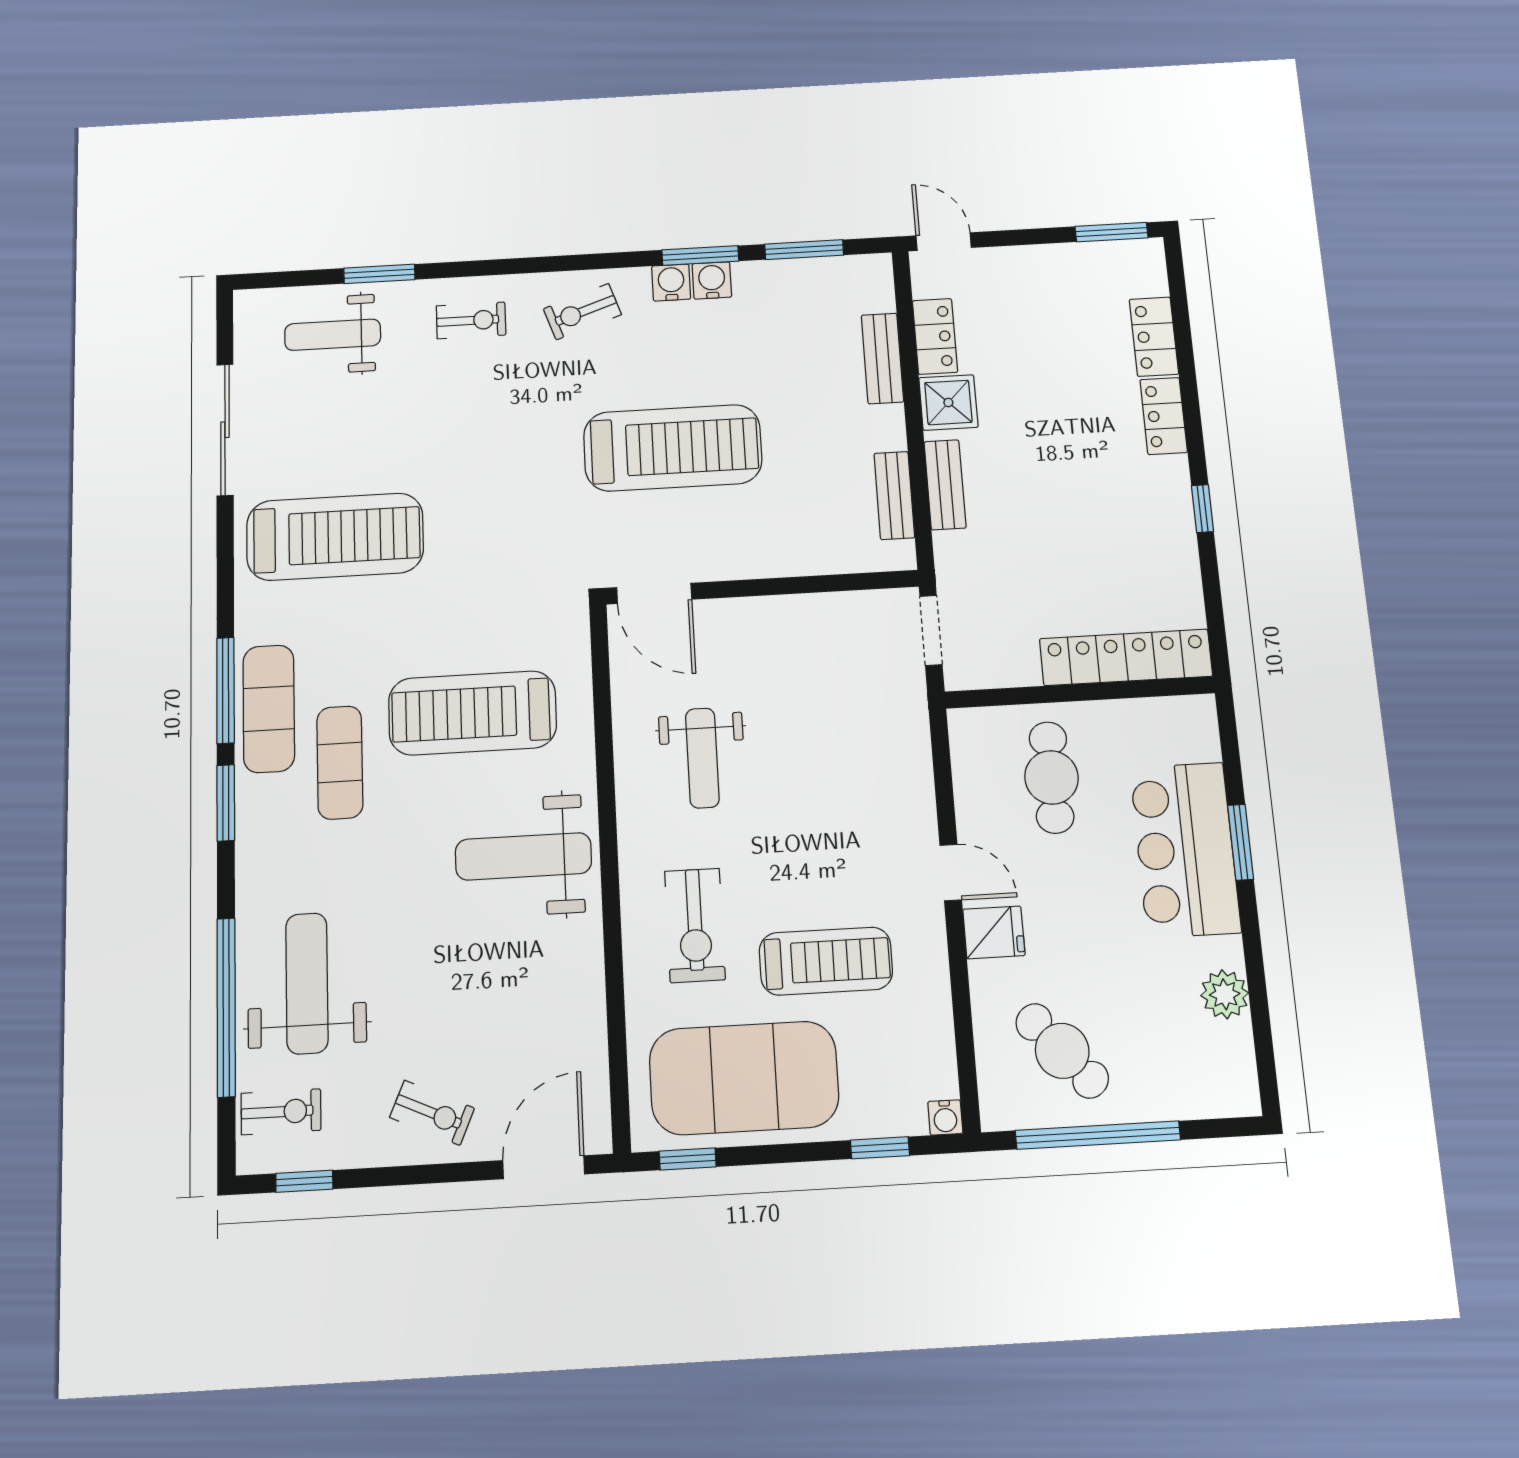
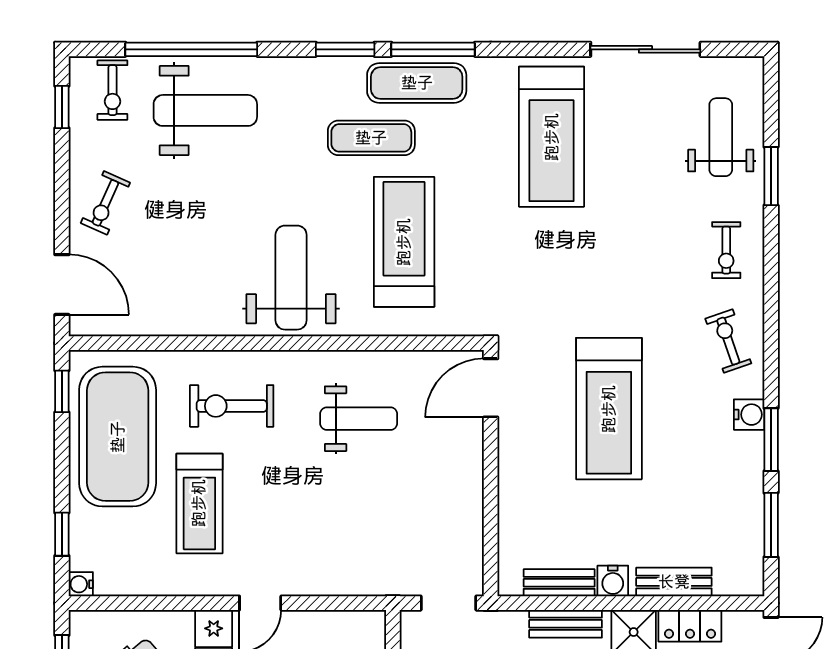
water cooler: (712, 280) -> (613, 581), moved, turned 90
weight bench: (702, 758) -> (359, 419), turned 180

